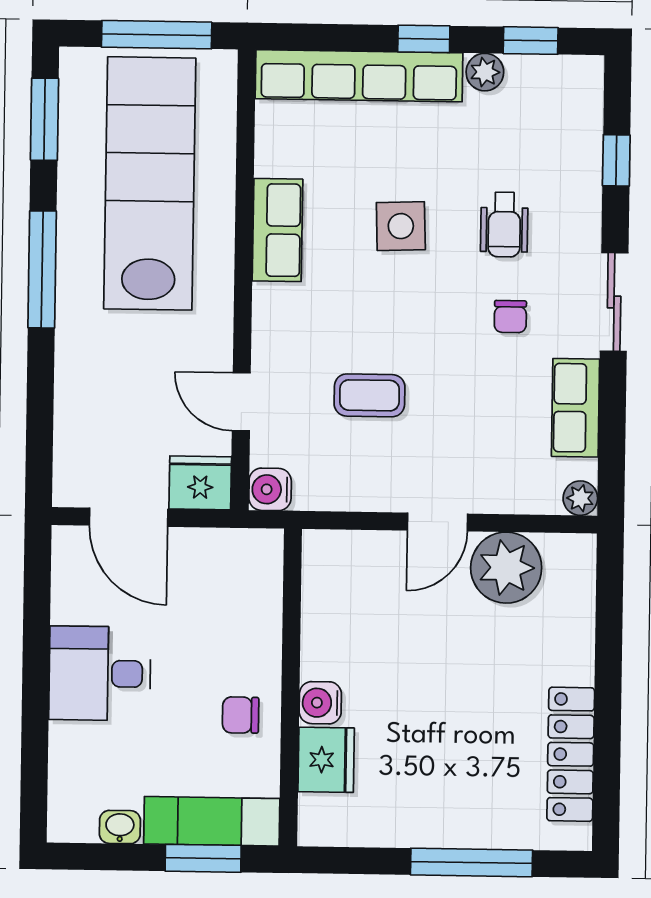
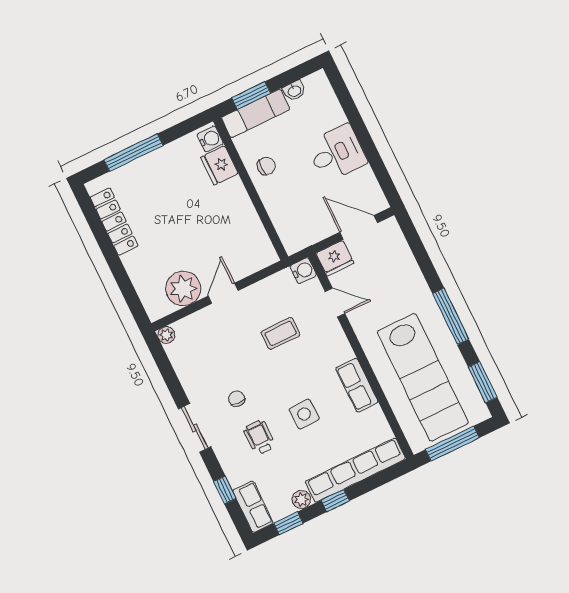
row of seats: (576, 408) -> (253, 507), moved
water cooler: (320, 703) -> (210, 139), moved

